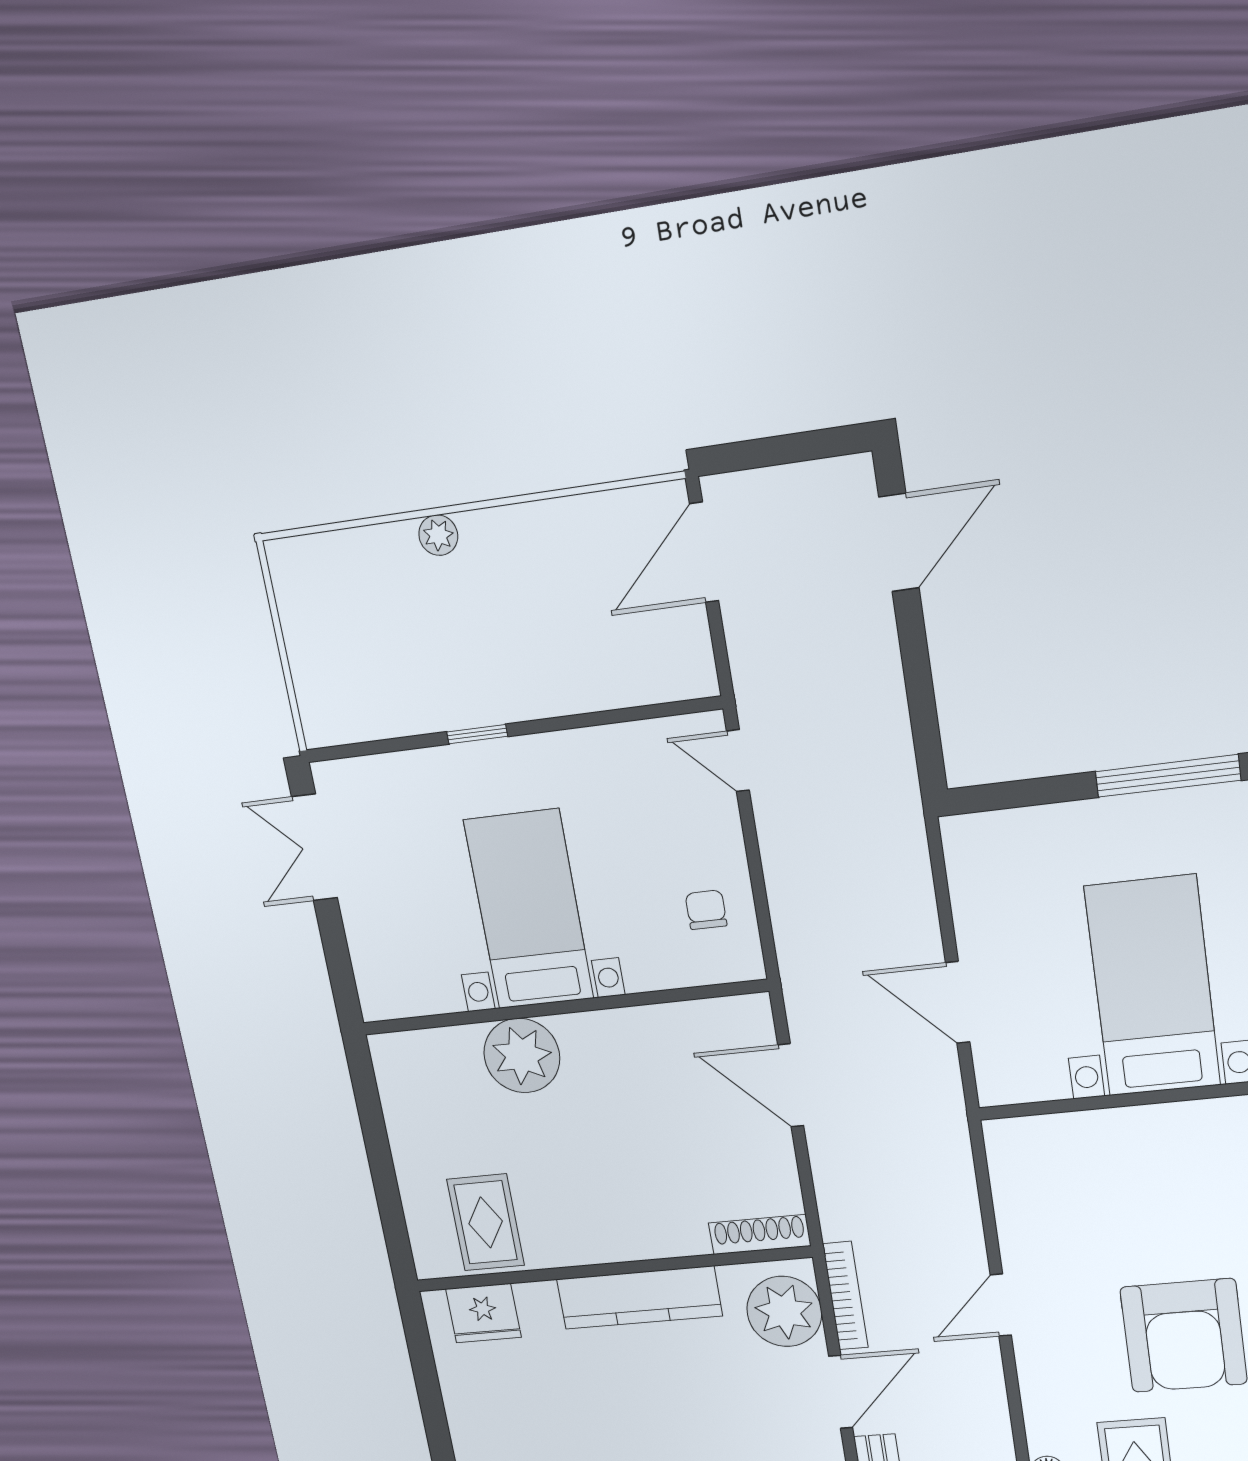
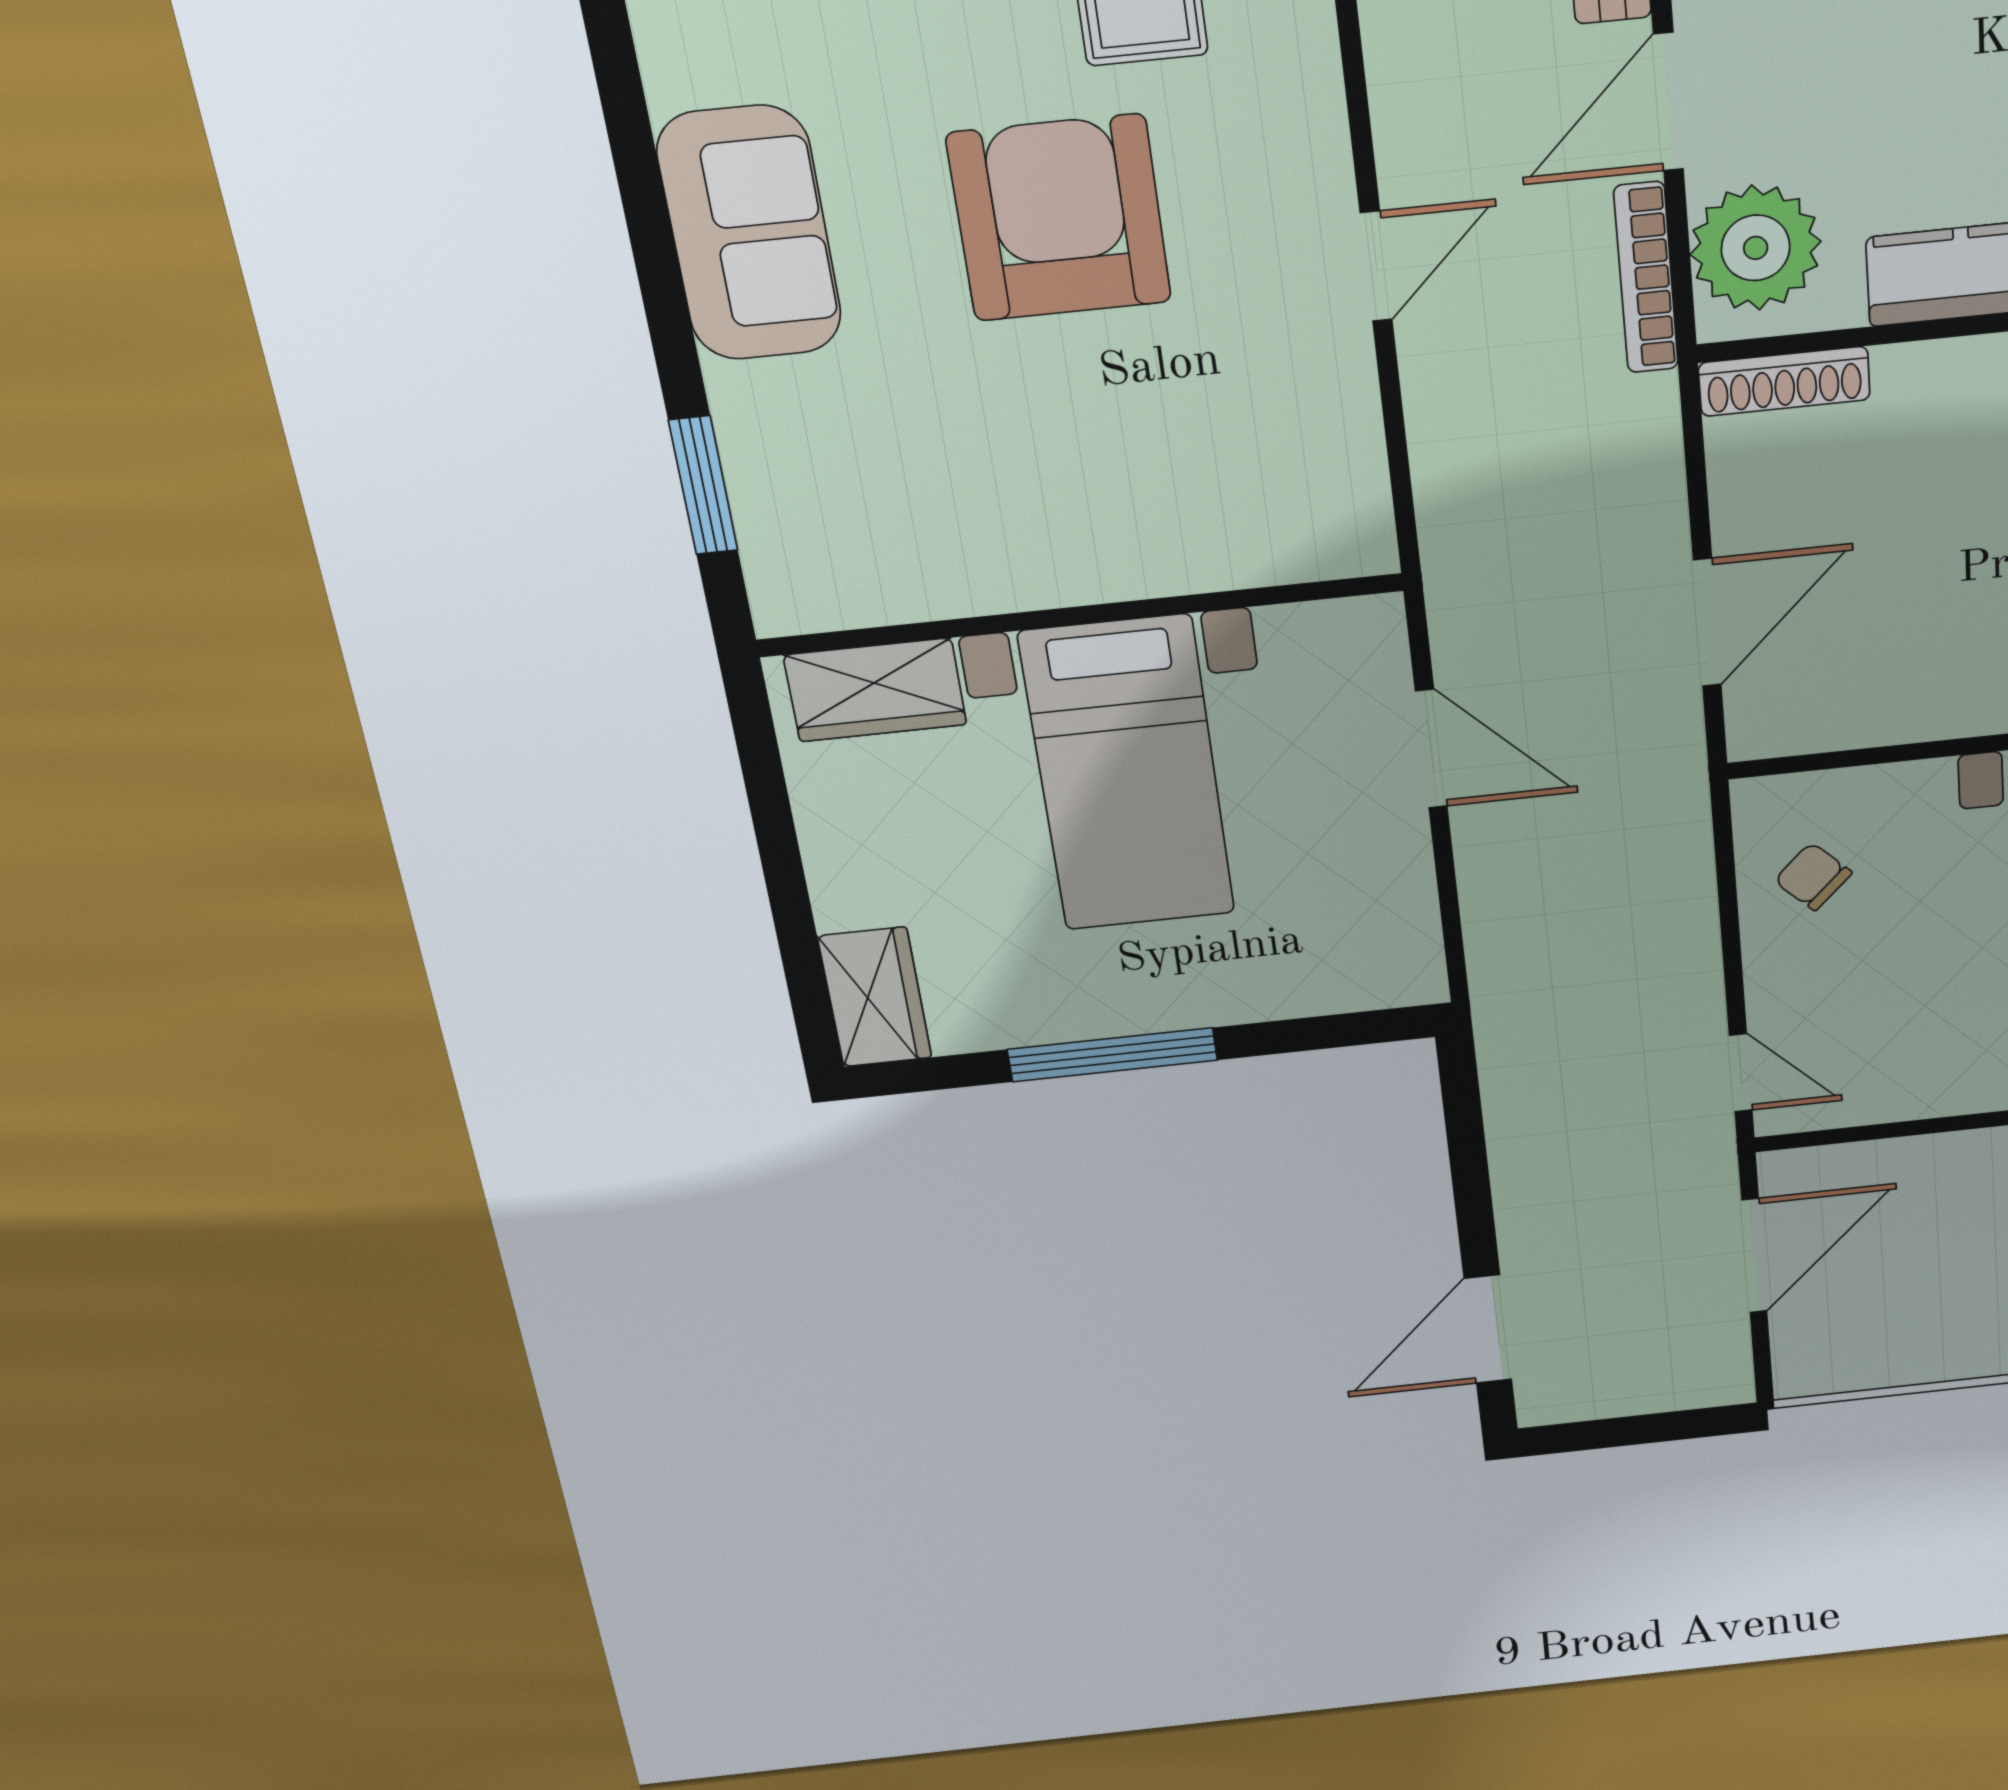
door: (704, 552) -> (1754, 1256), moved
chair: (706, 910) -> (1813, 877), turned 135
door: (791, 1085) -> (1707, 623), hinge flipped

